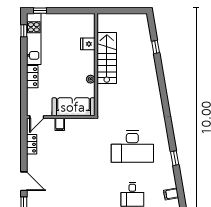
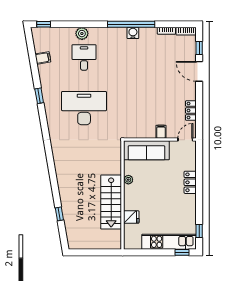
kitchen unit: (34, 39) -> (169, 242), moved, turned 90

